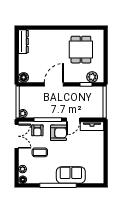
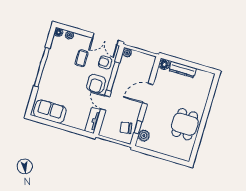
dresser: (23, 42) -> (183, 70), moved
dining table: (81, 50) -> (185, 124), moved, turned 90
door: (54, 84) -> (148, 94), swing flipped
chair: (90, 95) -> (126, 128), added
sofa: (71, 175) -> (50, 111), moved, turned -90

